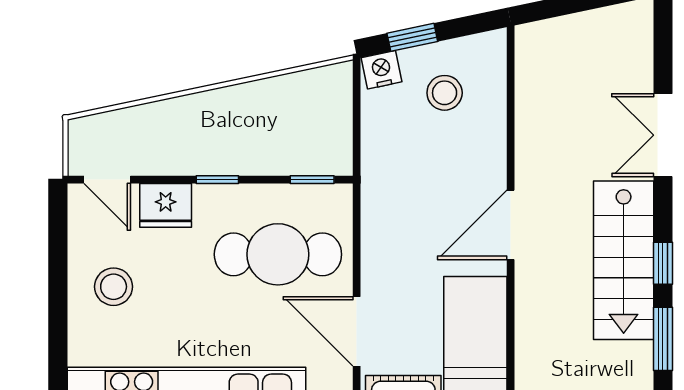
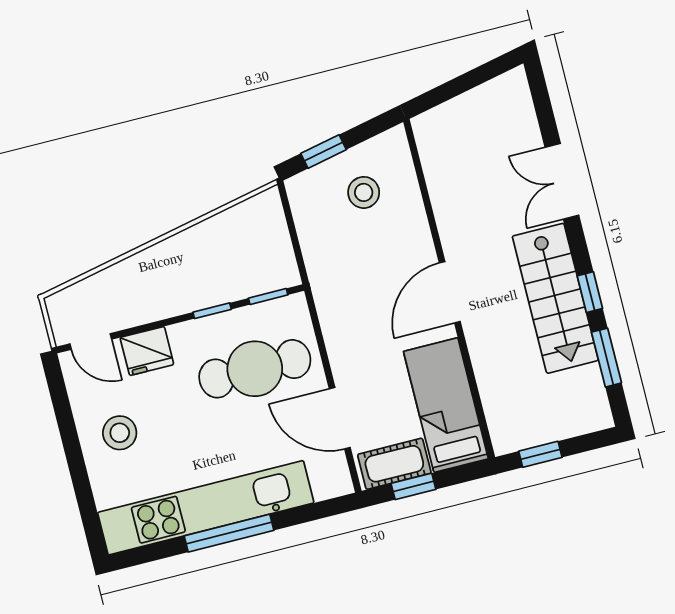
nightstand: (382, 70) -> (304, 186), removed
window: (217, 180) -> (212, 311), moved

